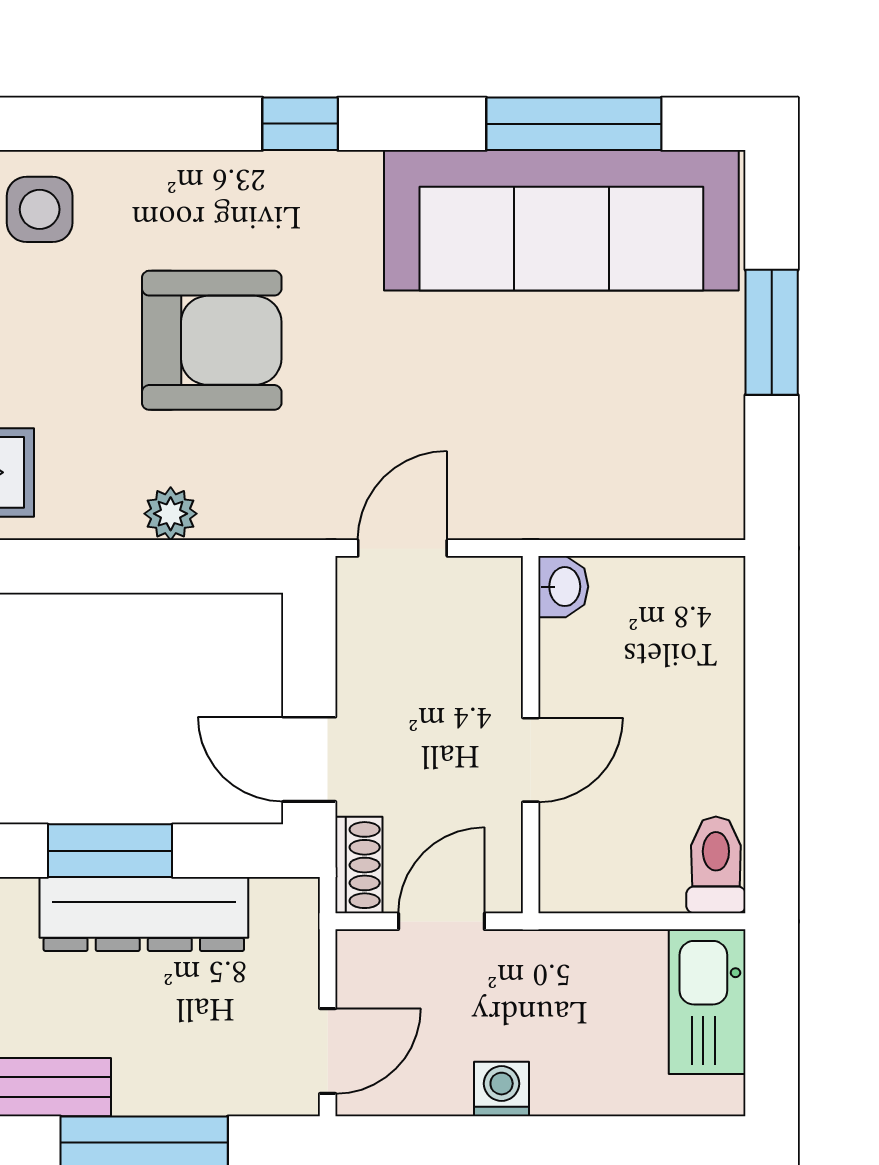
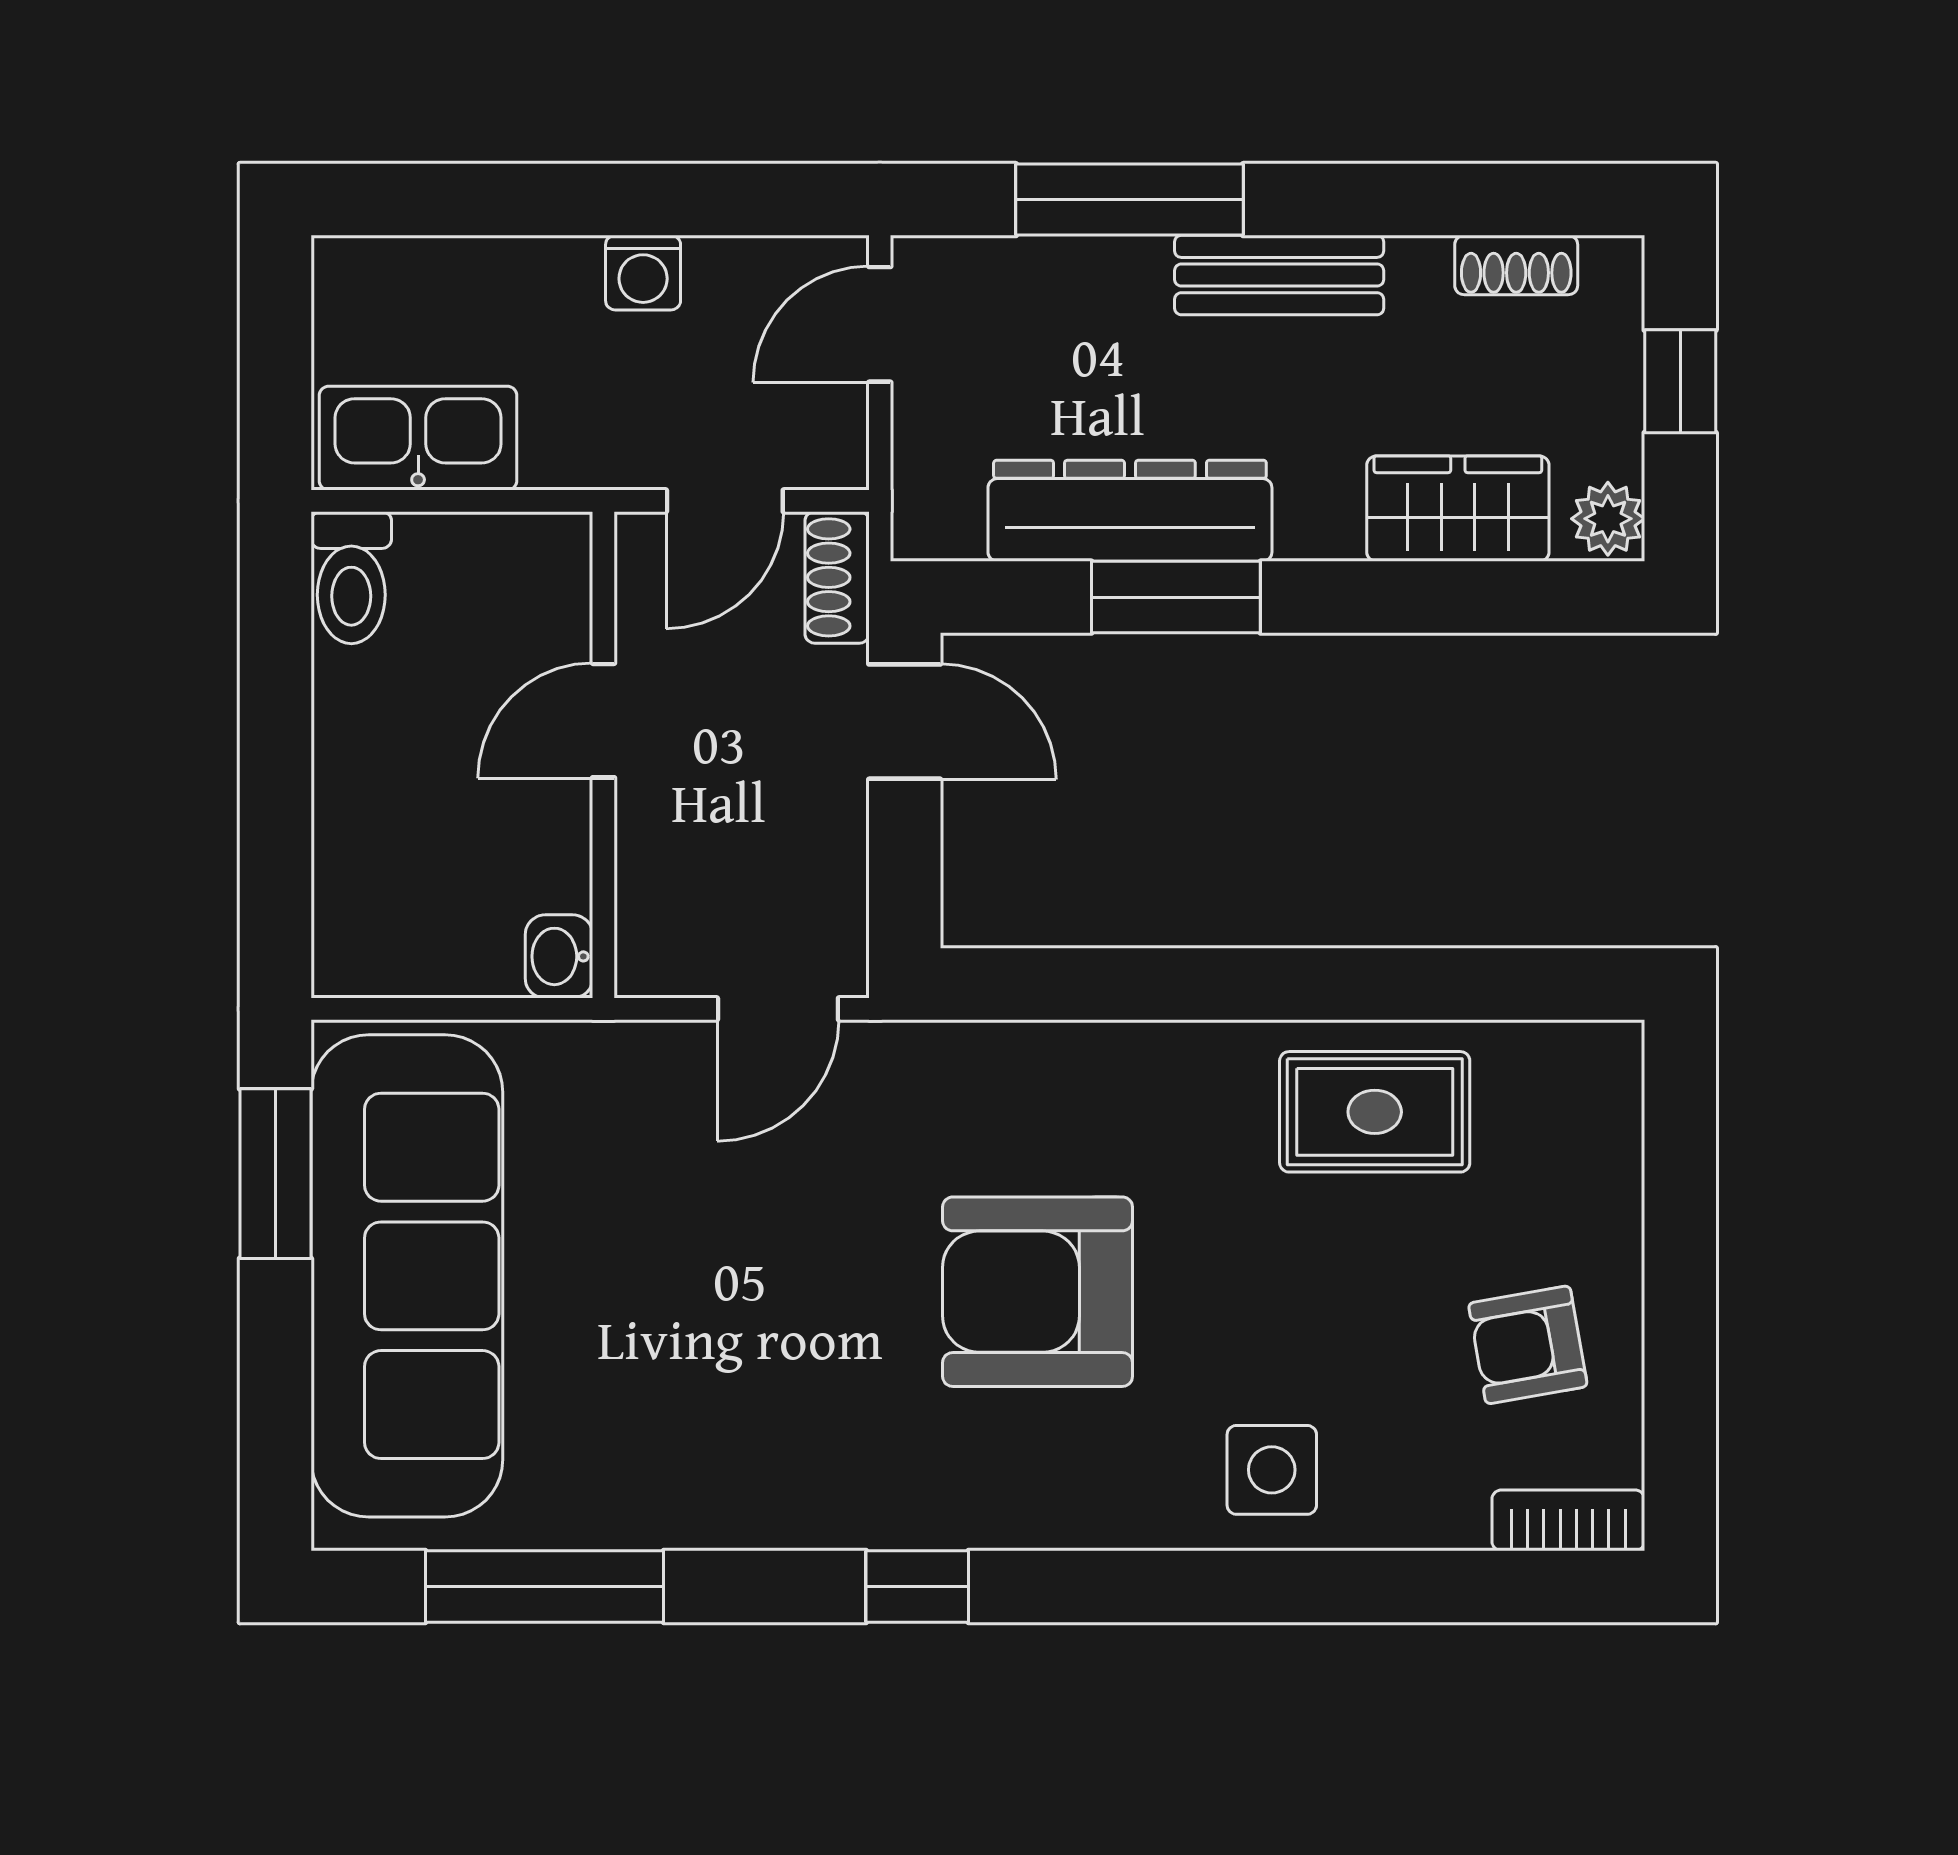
sofa: (561, 220) -> (407, 1276), moved, turned 90
window: (772, 332) -> (275, 1174), moved
plant: (171, 514) -> (1094, 1056), removed
kitchen sink: (707, 1002) -> (418, 438), moved, turned -90

